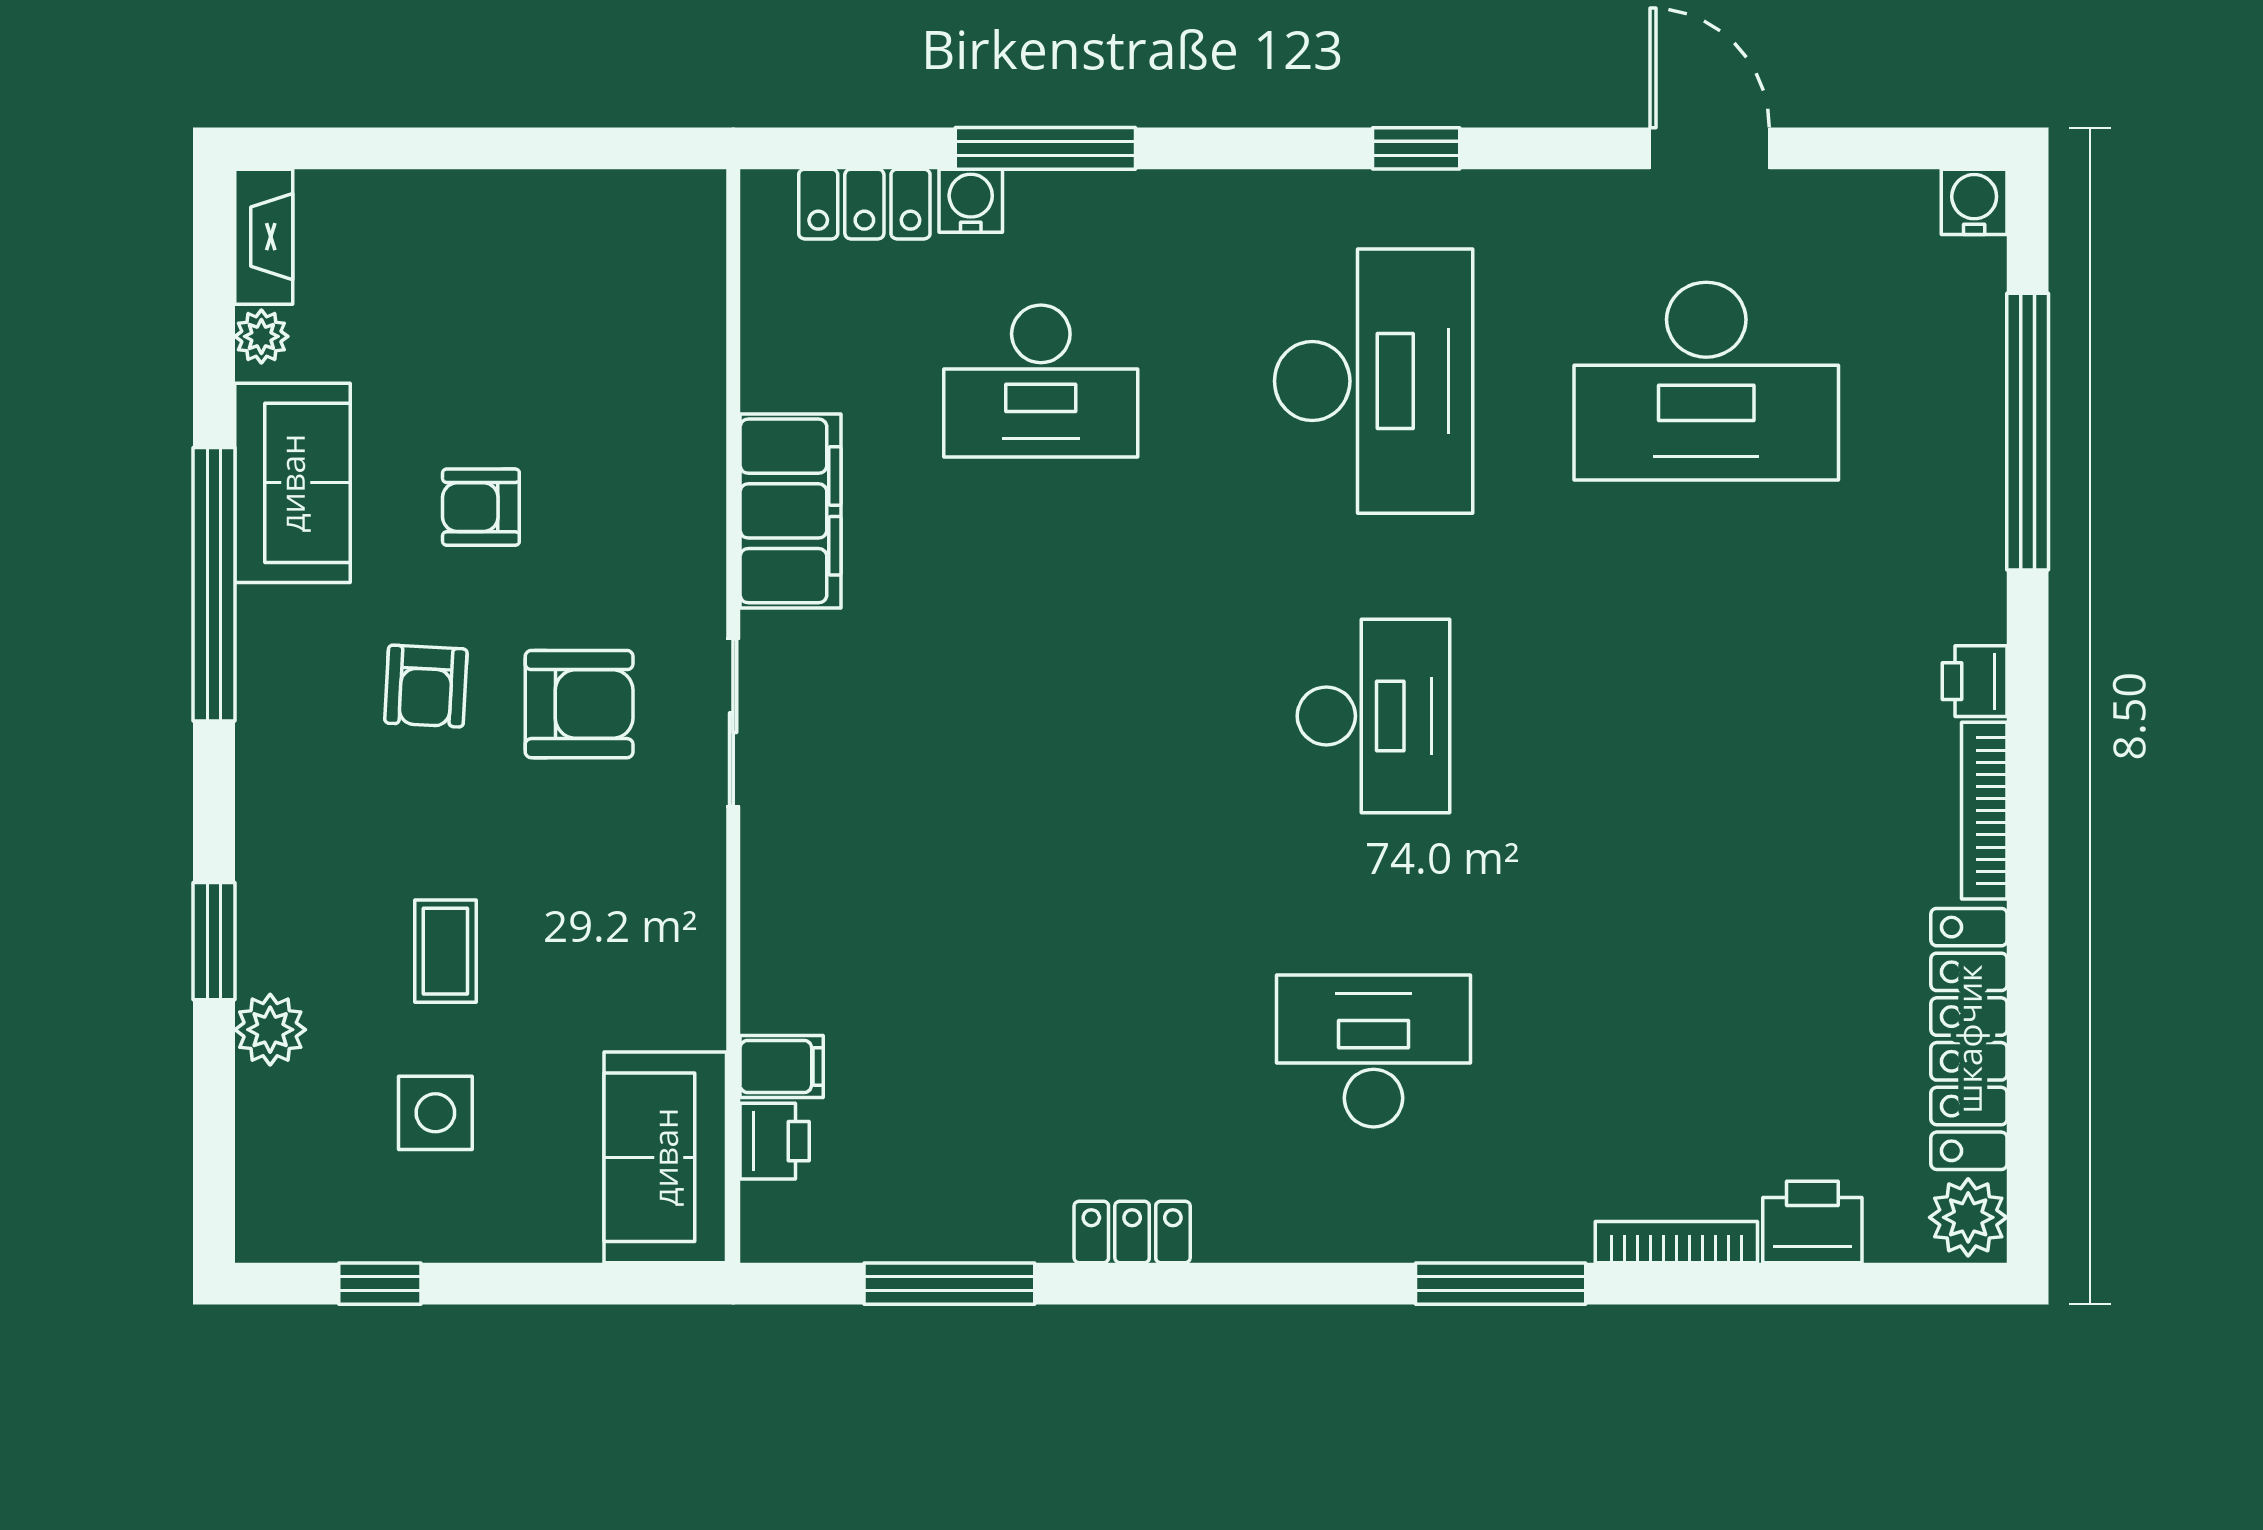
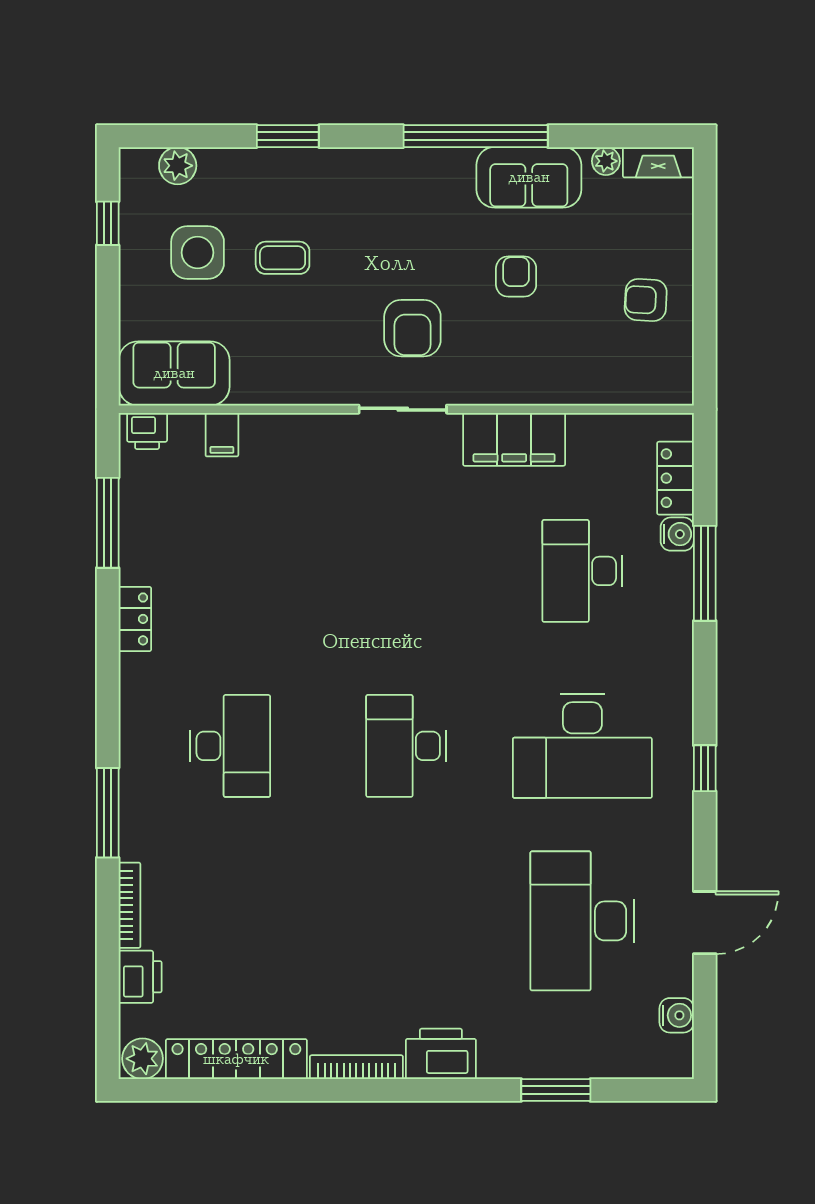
water cooler: (1974, 202) -> (677, 1015), moved
window: (2028, 432) -> (556, 1090), width x0.47
printer: (1975, 681) -> (441, 1054), width x1.87, depth x1.48
armchair: (426, 686) -> (646, 300), moved
desk: (1374, 716) -> (406, 746), turned 90
plant: (270, 1030) -> (178, 166), moved
side table: (435, 1113) -> (198, 253), width x1.37, depth x1.37
printer: (775, 1141) -> (147, 431), moved

